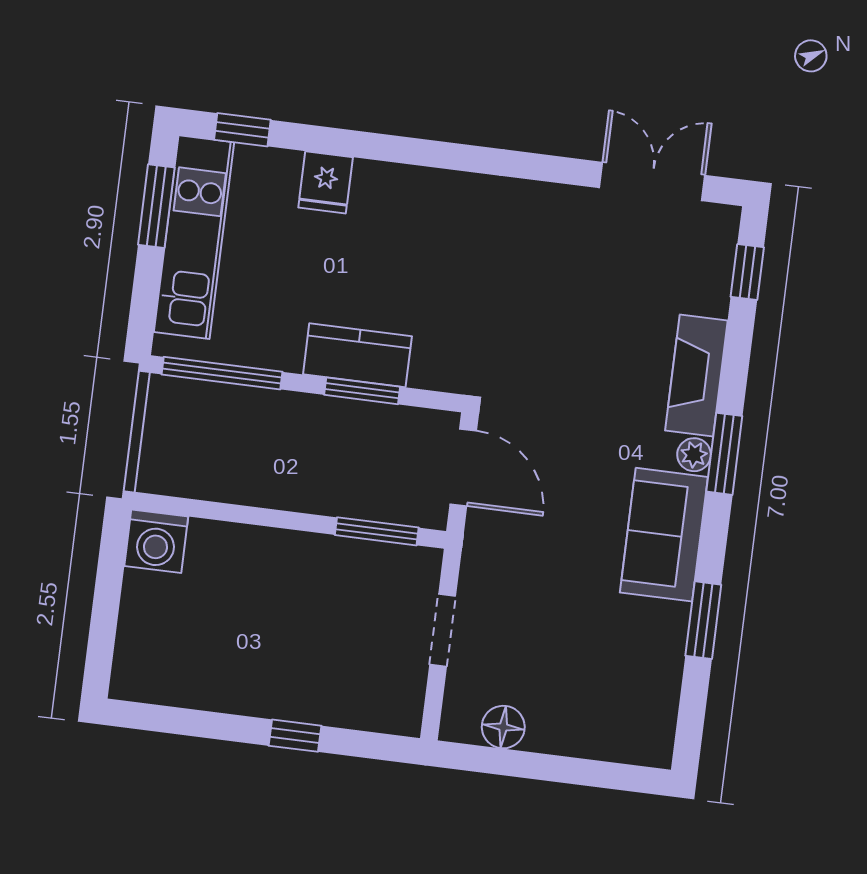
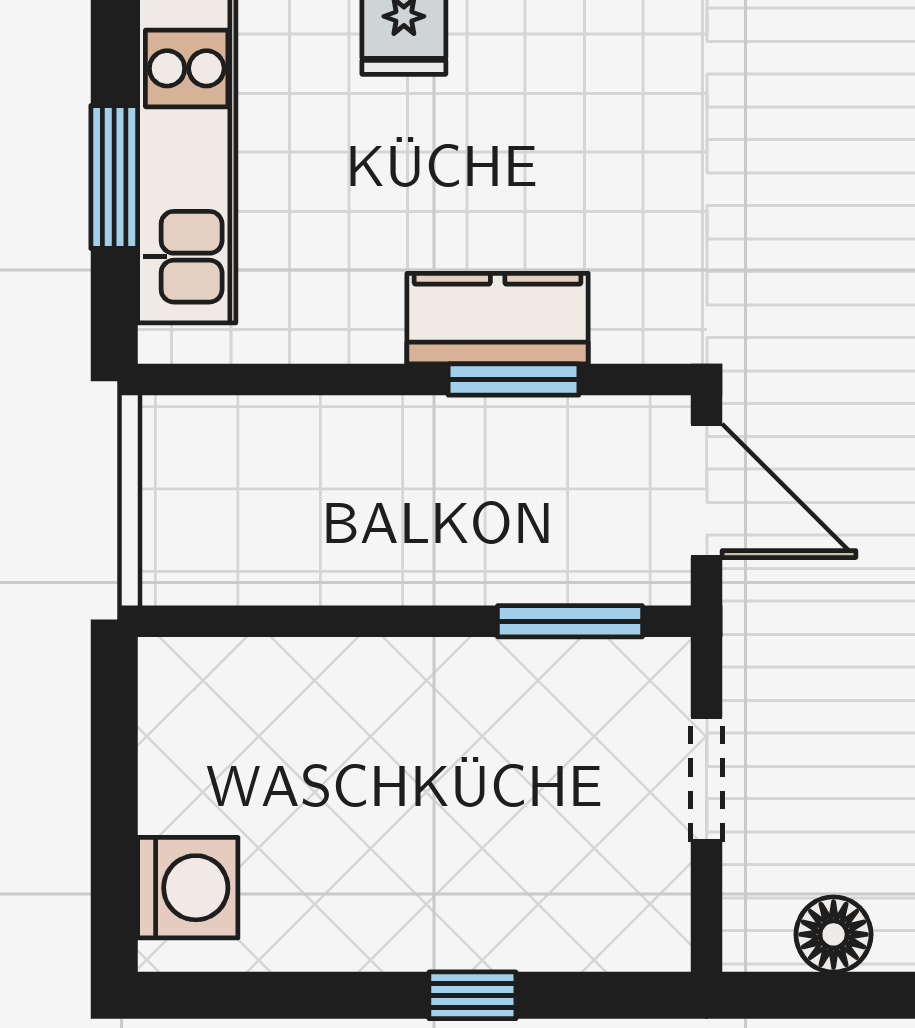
window: (156, 206) -> (114, 177), moved
window: (222, 373) -> (266, 380), removed
washing machine: (156, 541) -> (188, 888), moved, turned -90

